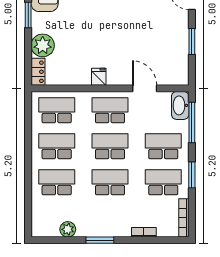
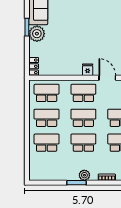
plant: (43, 45) -> (37, 34), moved
fridge: (99, 77) -> (88, 70), moved
plant: (68, 229) -> (84, 175), moved

